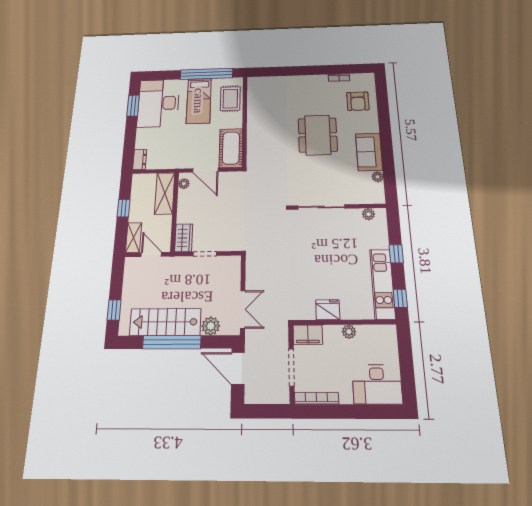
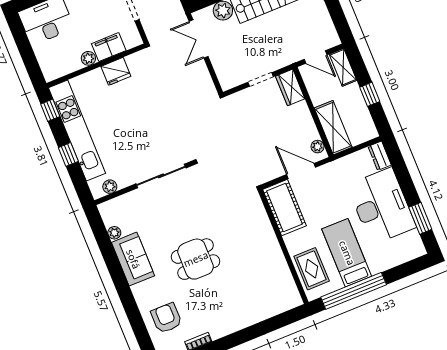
desk: (158, 103) -> (382, 206), moved
dining table: (318, 135) -> (196, 259), width x0.73
kitchen unit: (383, 284) -> (77, 130), width x1.36
filing cabinet: (308, 335) -> (109, 47), moved

